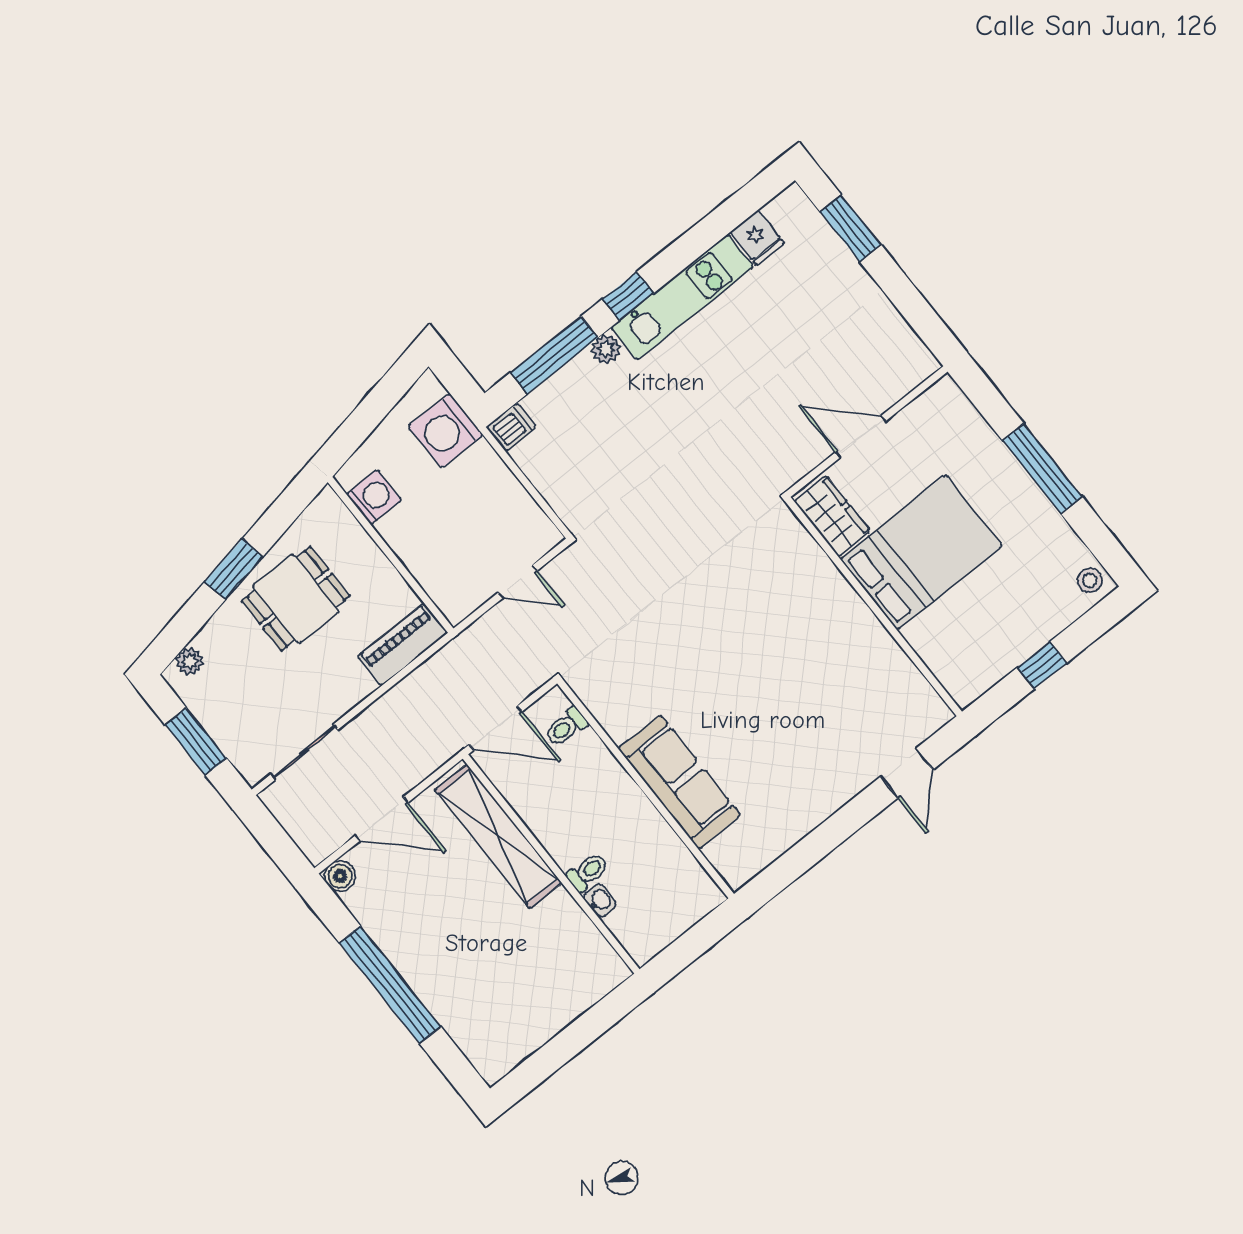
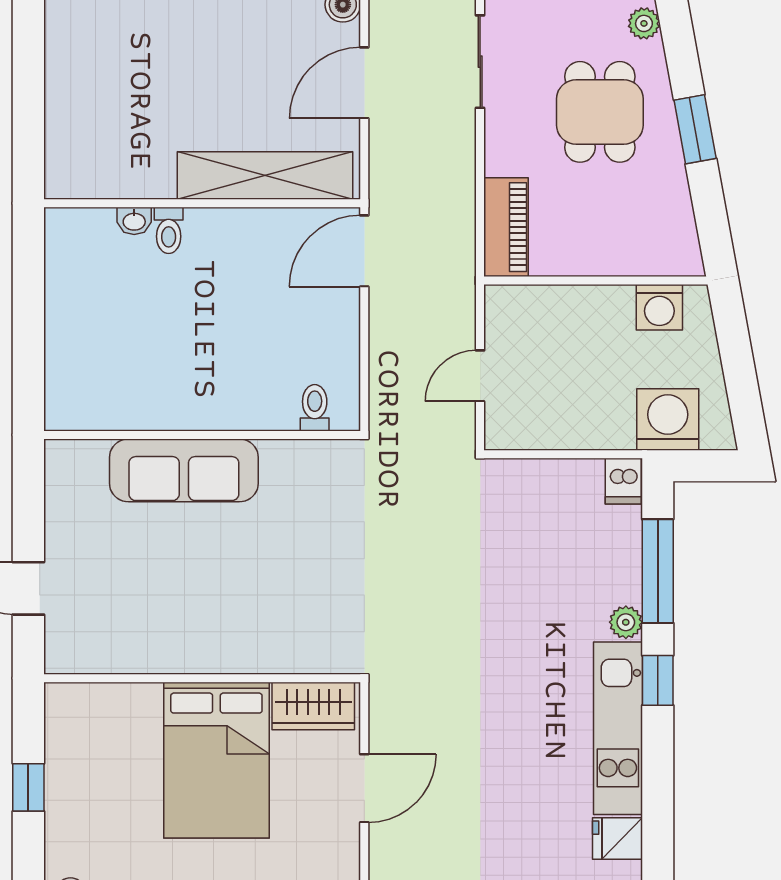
dining table: (296, 599) -> (600, 112), moved
toilet: (566, 727) -> (315, 408), moved
sofa: (679, 782) -> (184, 470), moved
wall: (646, 789) -> (202, 435), moved

